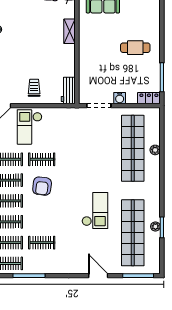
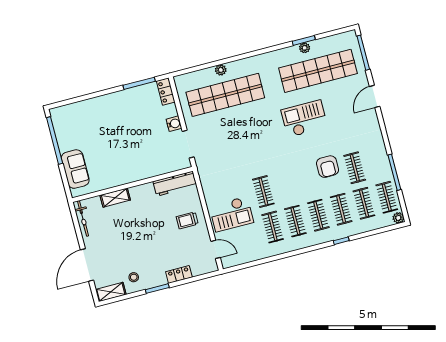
cafe table: (135, 48) -> (114, 121), removed
workbench: (68, 90) -> (175, 184), width x1.38
armchair: (42, 186) -> (328, 167), moved, turned 83

